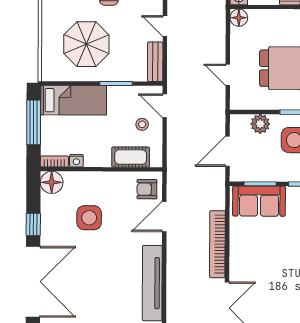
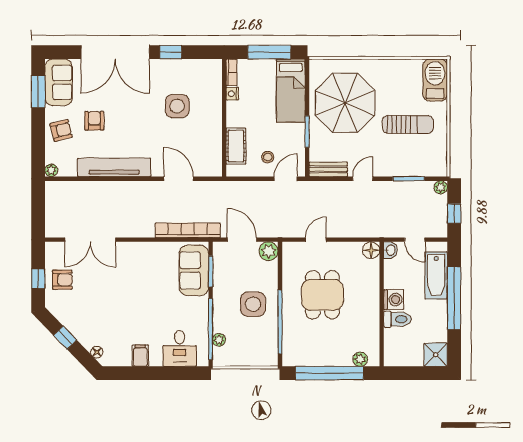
parasol: (86, 44) -> (345, 103), width x1.36, depth x1.36
plant: (260, 124) -> (269, 251), moved
floor lamp: (52, 182) -> (211, 70), removed
armchair: (147, 189) -> (94, 121), moved
bookcase: (217, 244) -> (188, 230), moved

